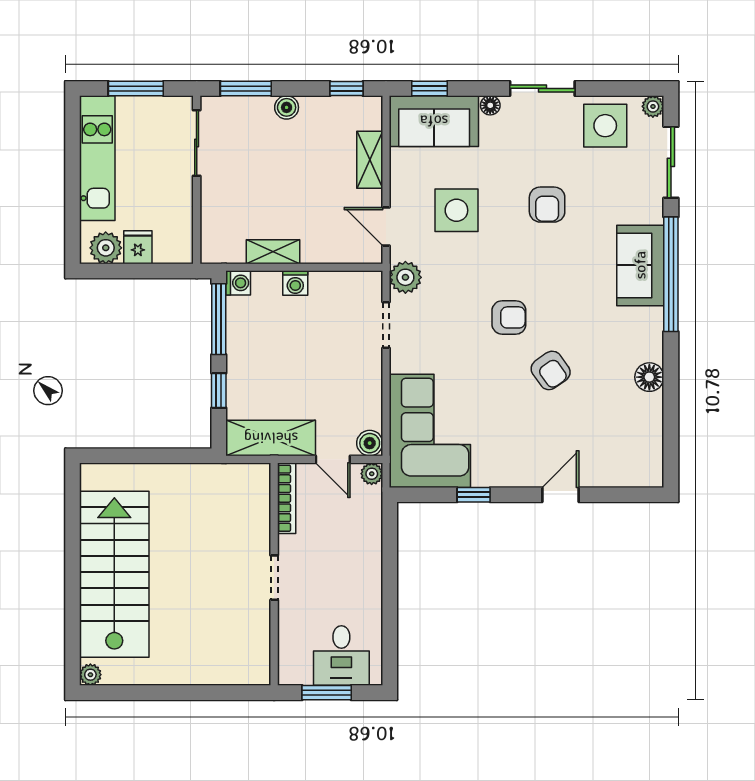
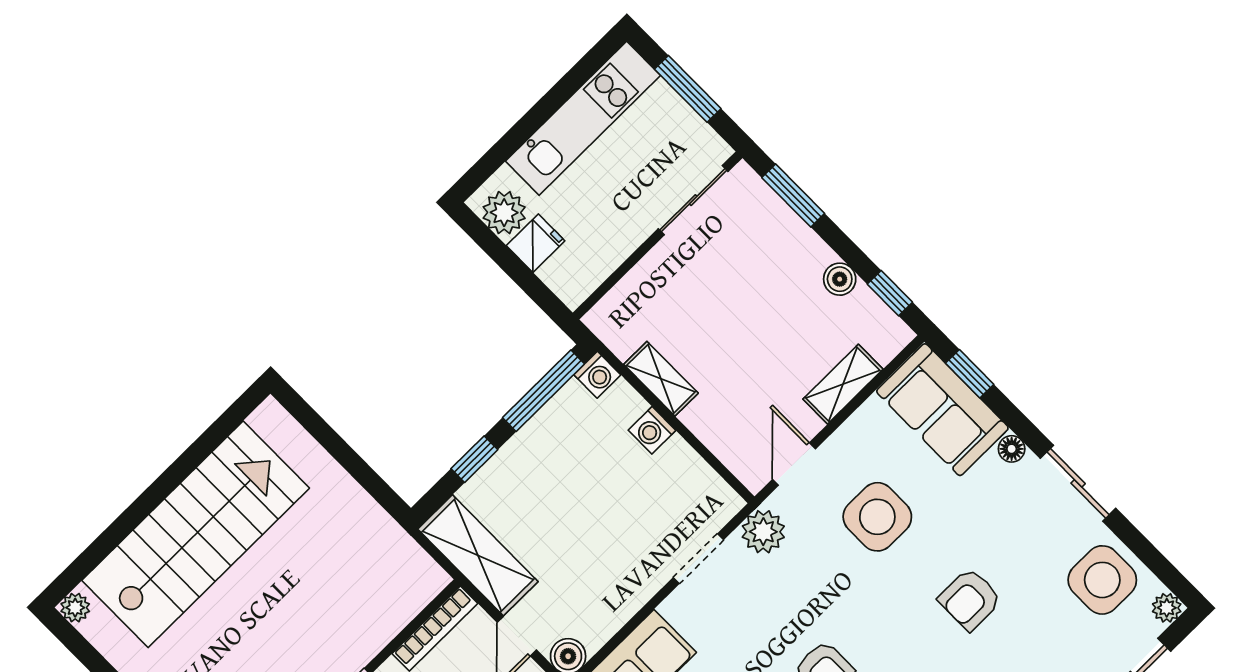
boiler: (287, 107) -> (840, 279), moved

